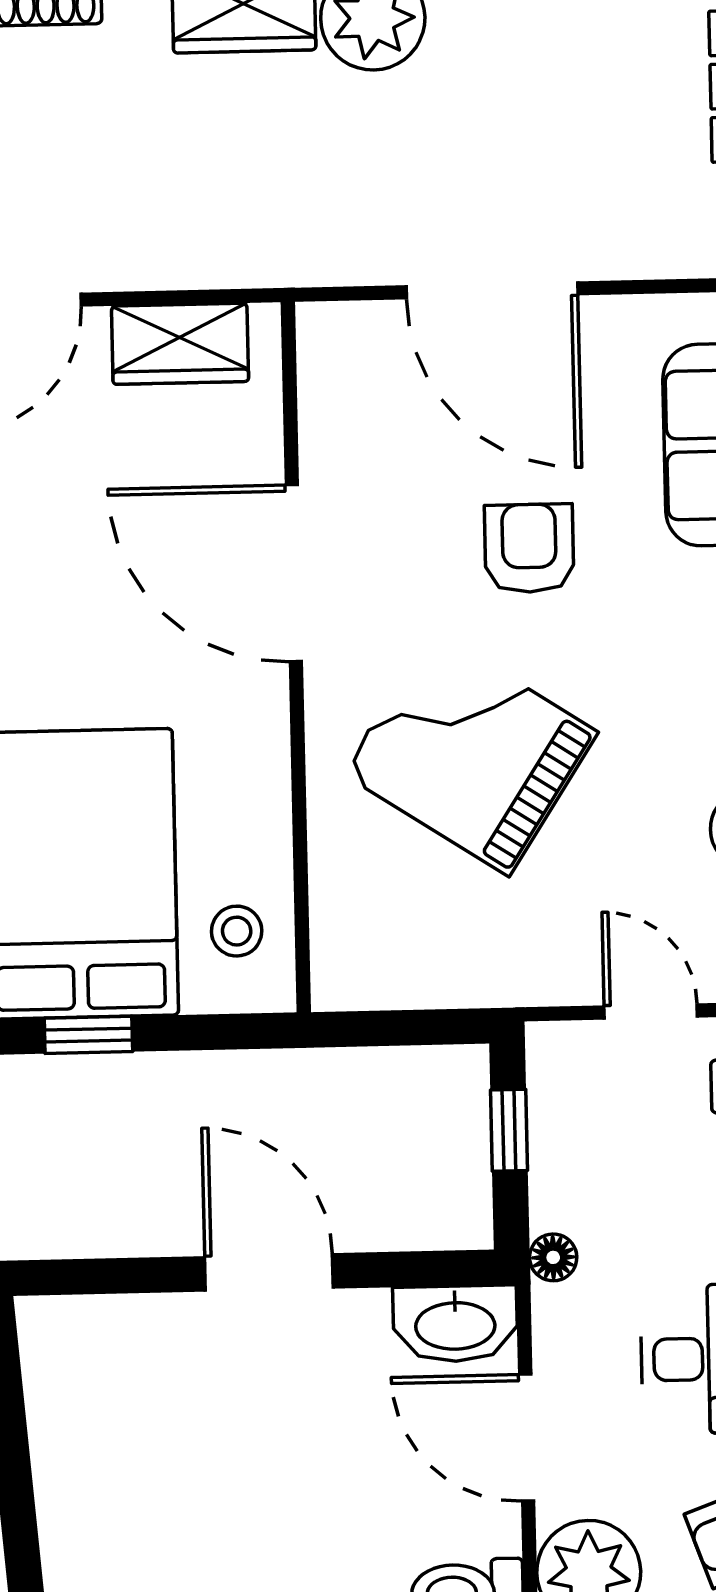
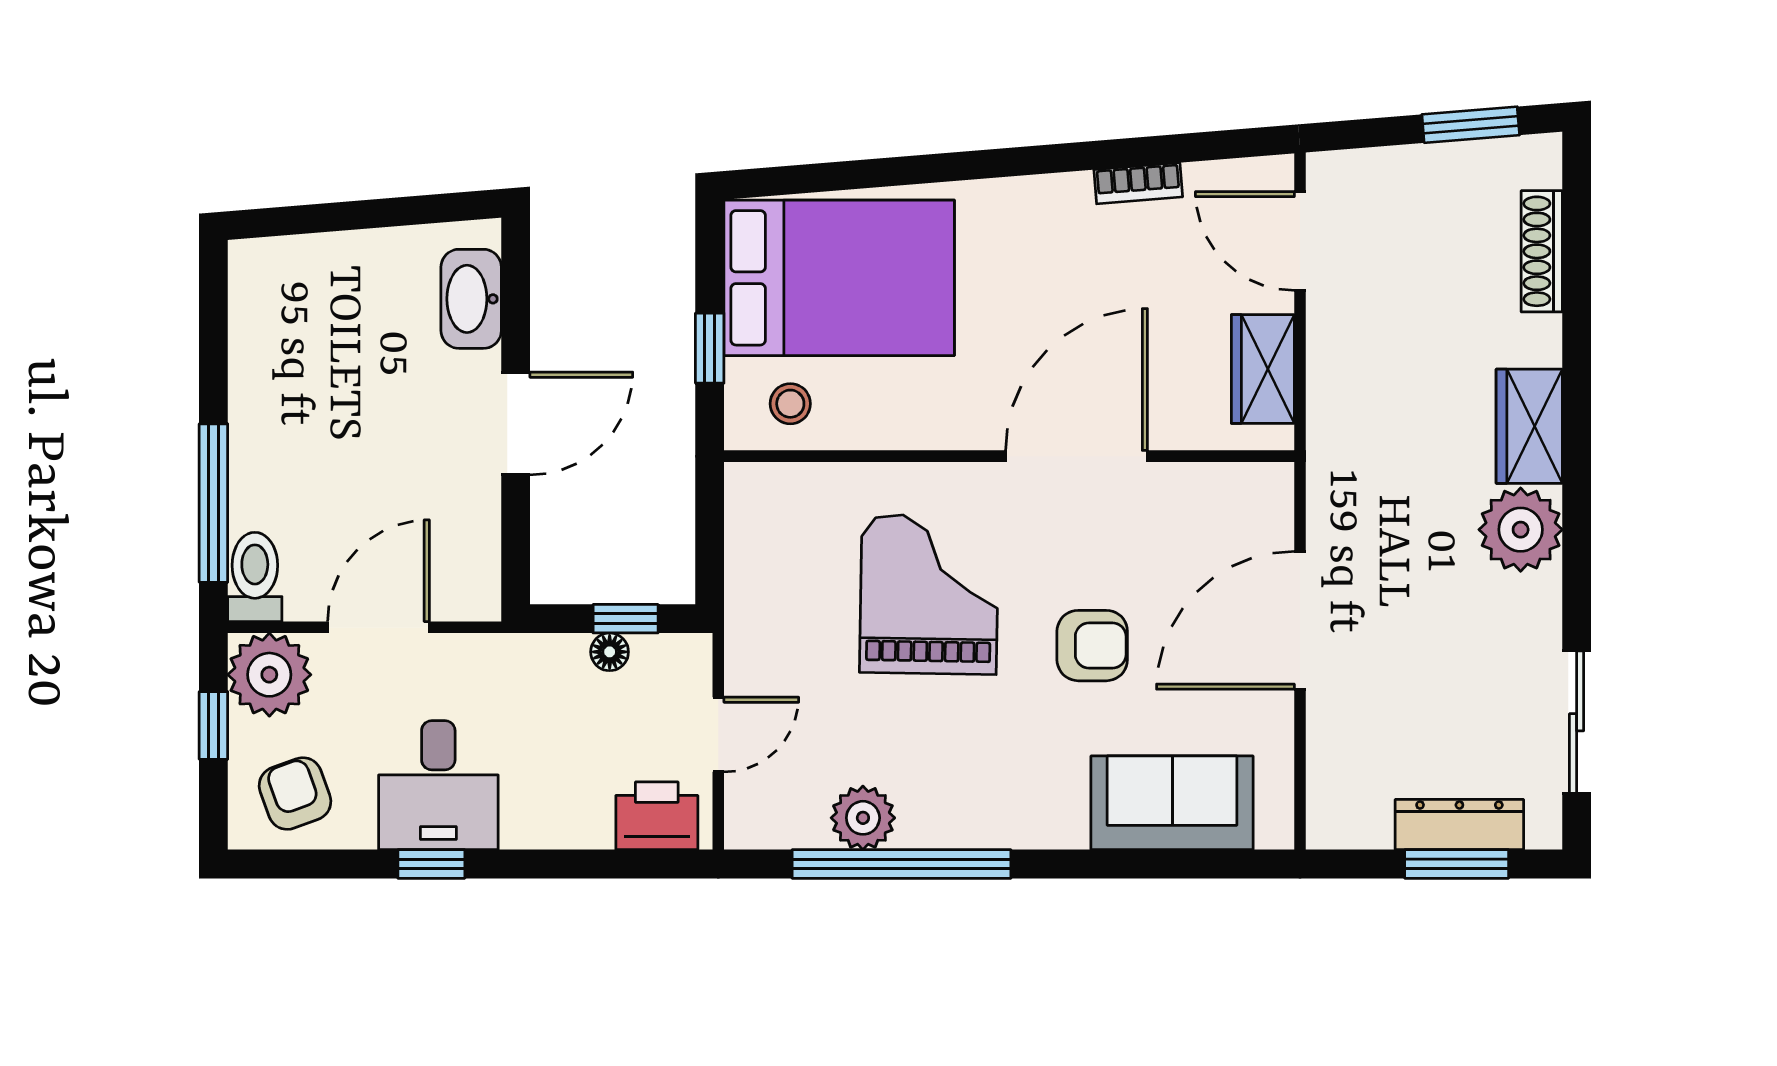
grand piano: (470, 753) -> (929, 594), turned -32
window: (88, 1035) -> (710, 348), moved
floor lamp: (553, 1257) -> (610, 652), moved
washbasin: (455, 1324) -> (471, 299), moved

